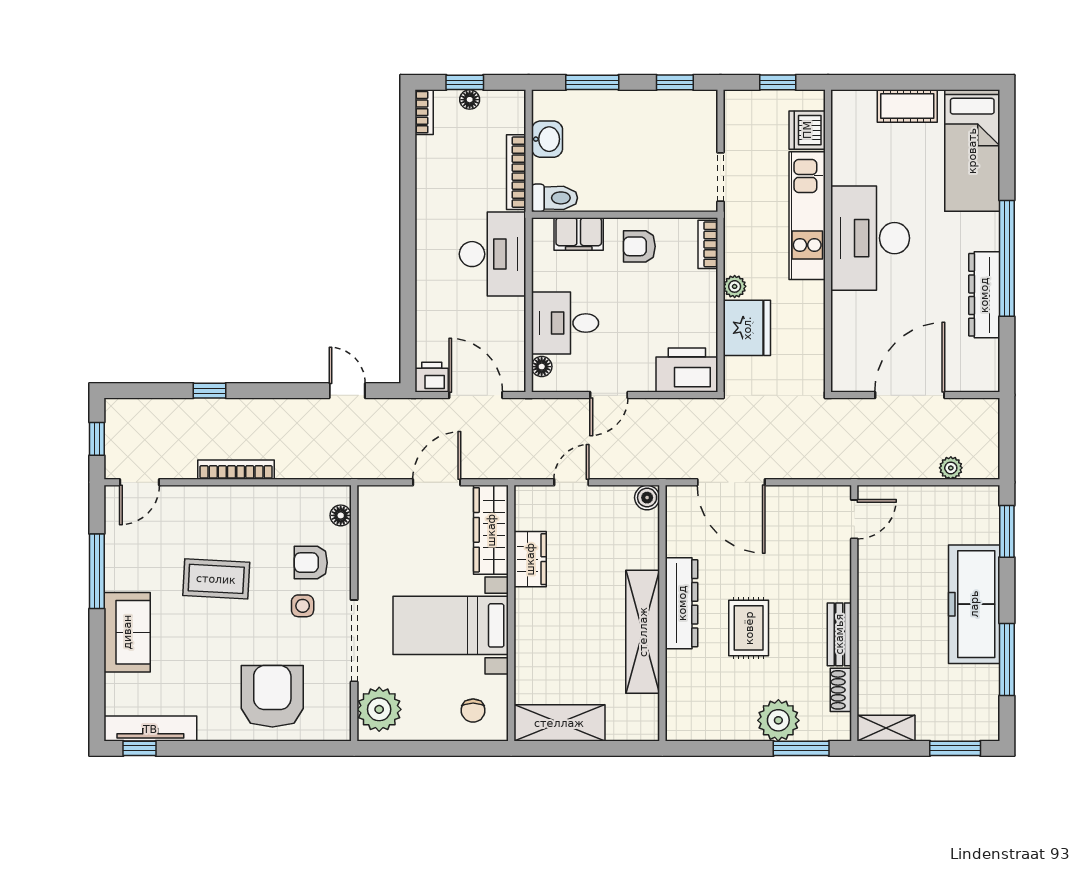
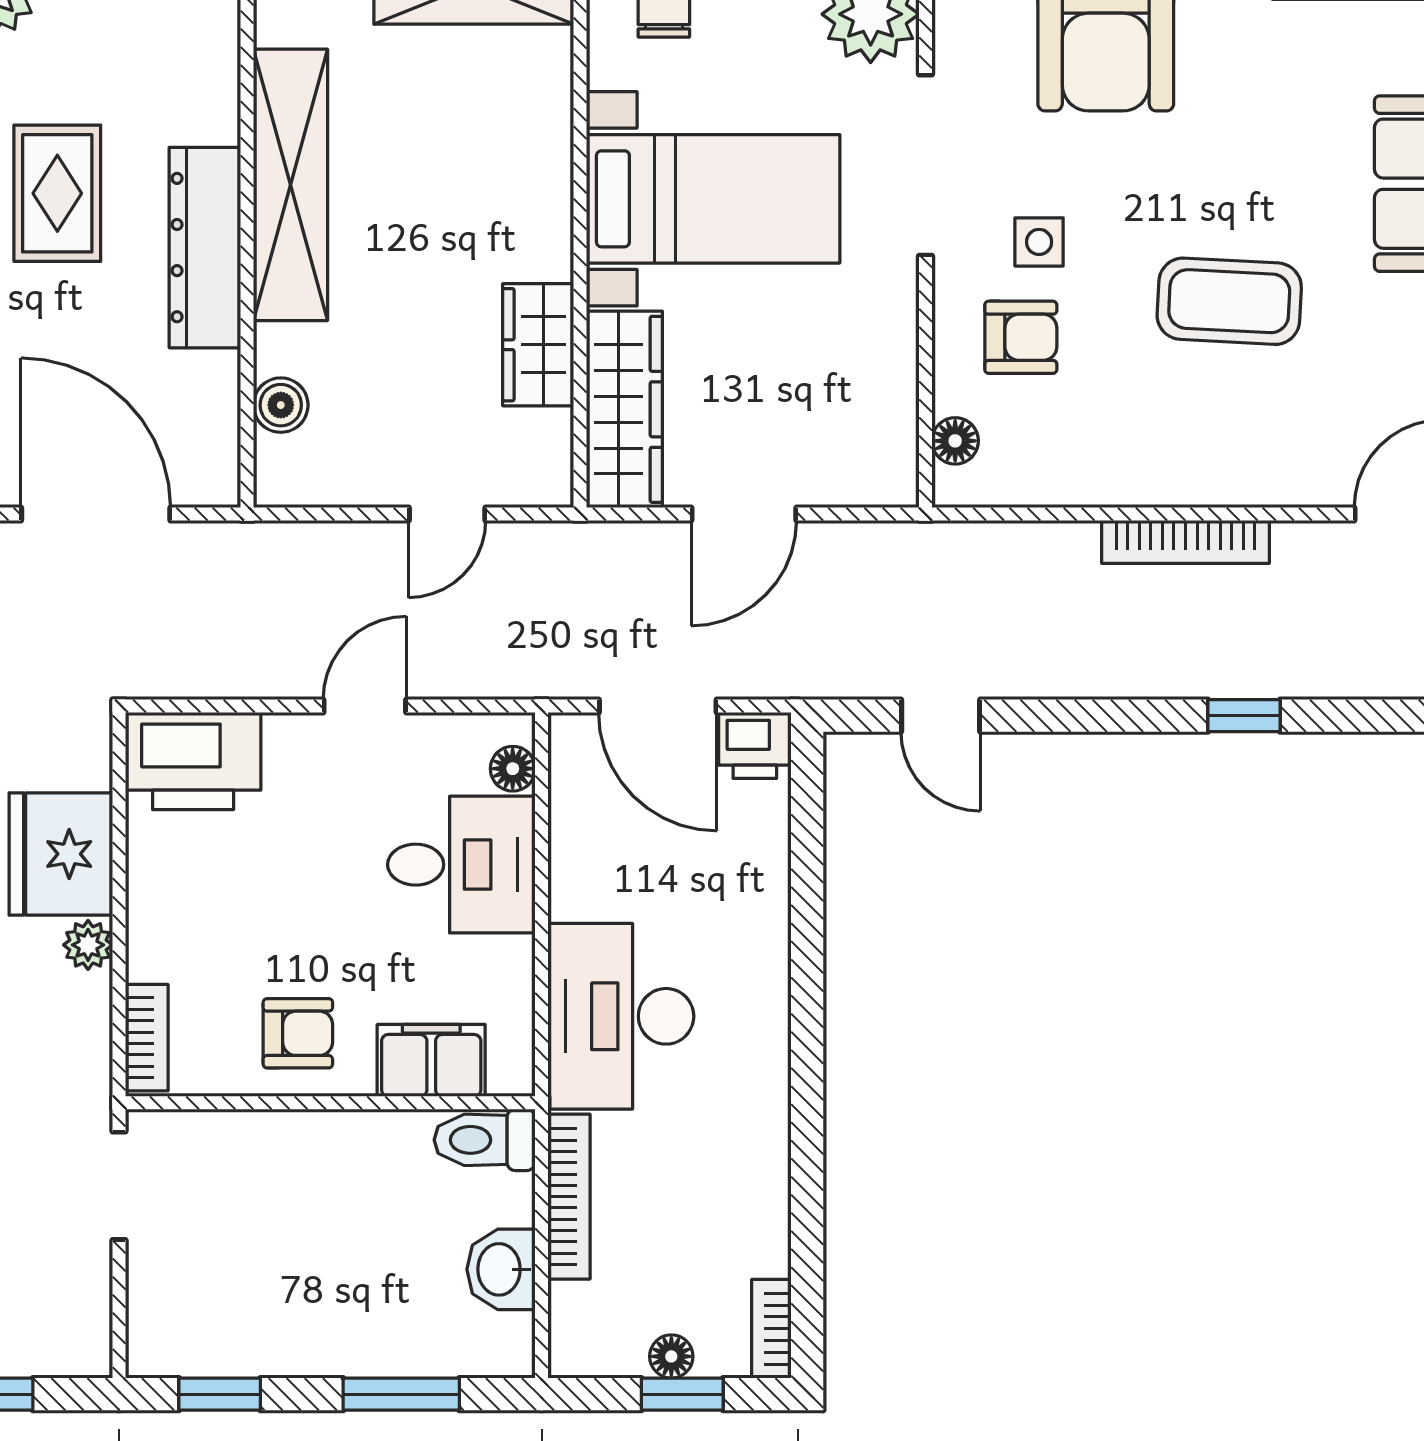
boiler: (647, 498) -> (281, 405), moved

